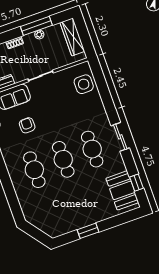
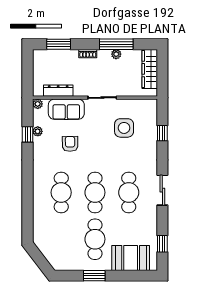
side table: (84, 84) -> (124, 128), moved
window: (103, 88) -> (162, 133), added
booth: (122, 190) -> (131, 258), moved, turned 90
cafe table: (77, 199) -> (95, 239), added

